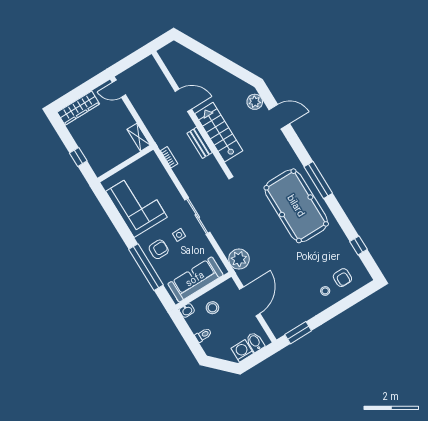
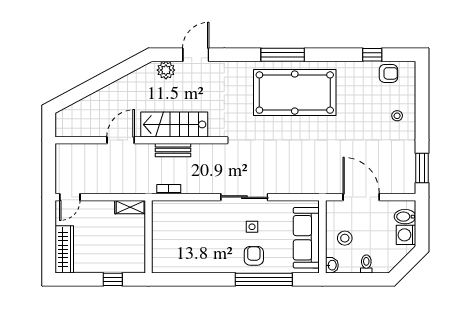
corner sofa: (137, 204) -> (195, 250), removed
plant: (239, 259) -> (313, 182), removed
armchair: (342, 278) -> (388, 73), moved

